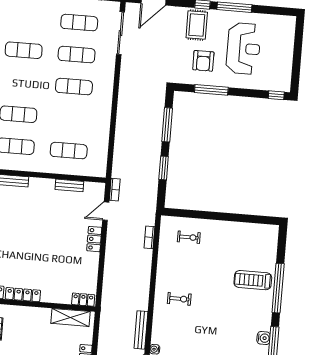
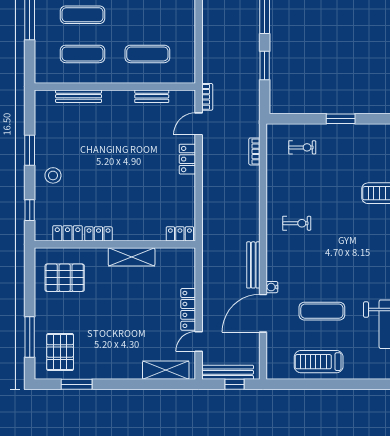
window: (222, 216) -> (341, 119), added
locker: (23, 295) -> (98, 234), width x0.66
shelving: (70, 317) -> (132, 257), moved

